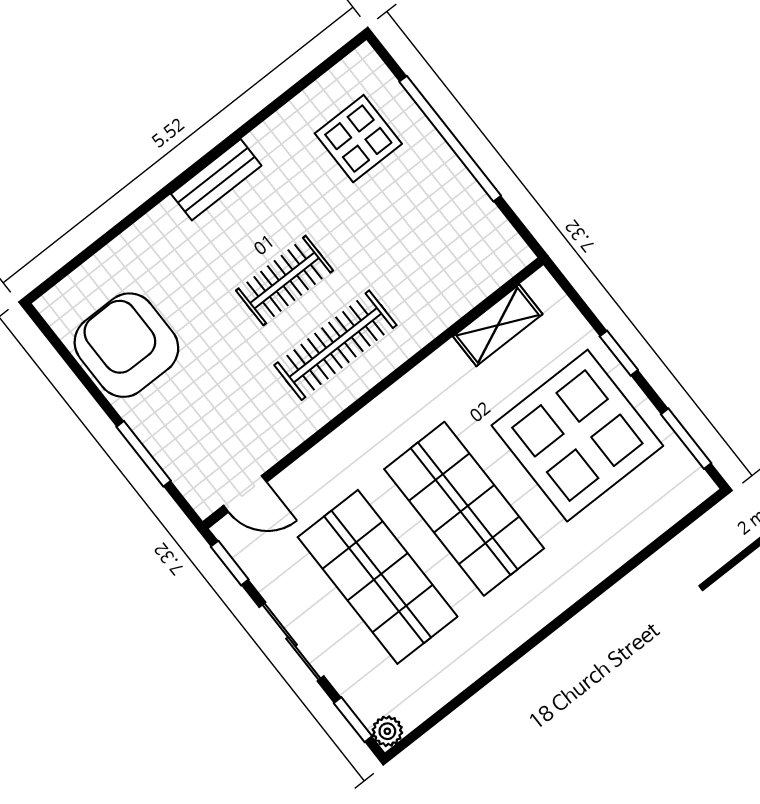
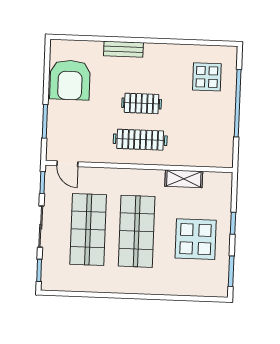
bench: (216, 180) -> (123, 49), moved
shelving: (498, 325) -> (184, 179), moved
armchair: (126, 345) -> (70, 80), turned 180
display table: (577, 436) -> (196, 239), width x0.73, depth x0.73
plant: (387, 731) -> (47, 284), removed

